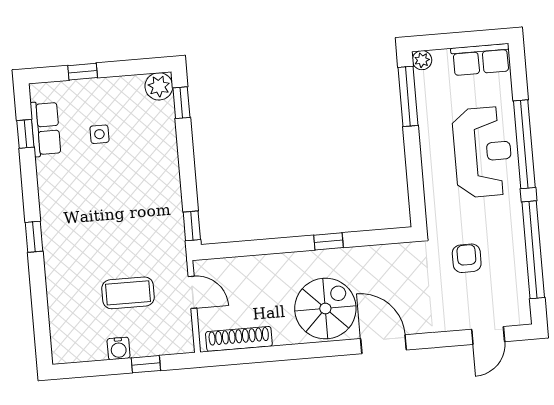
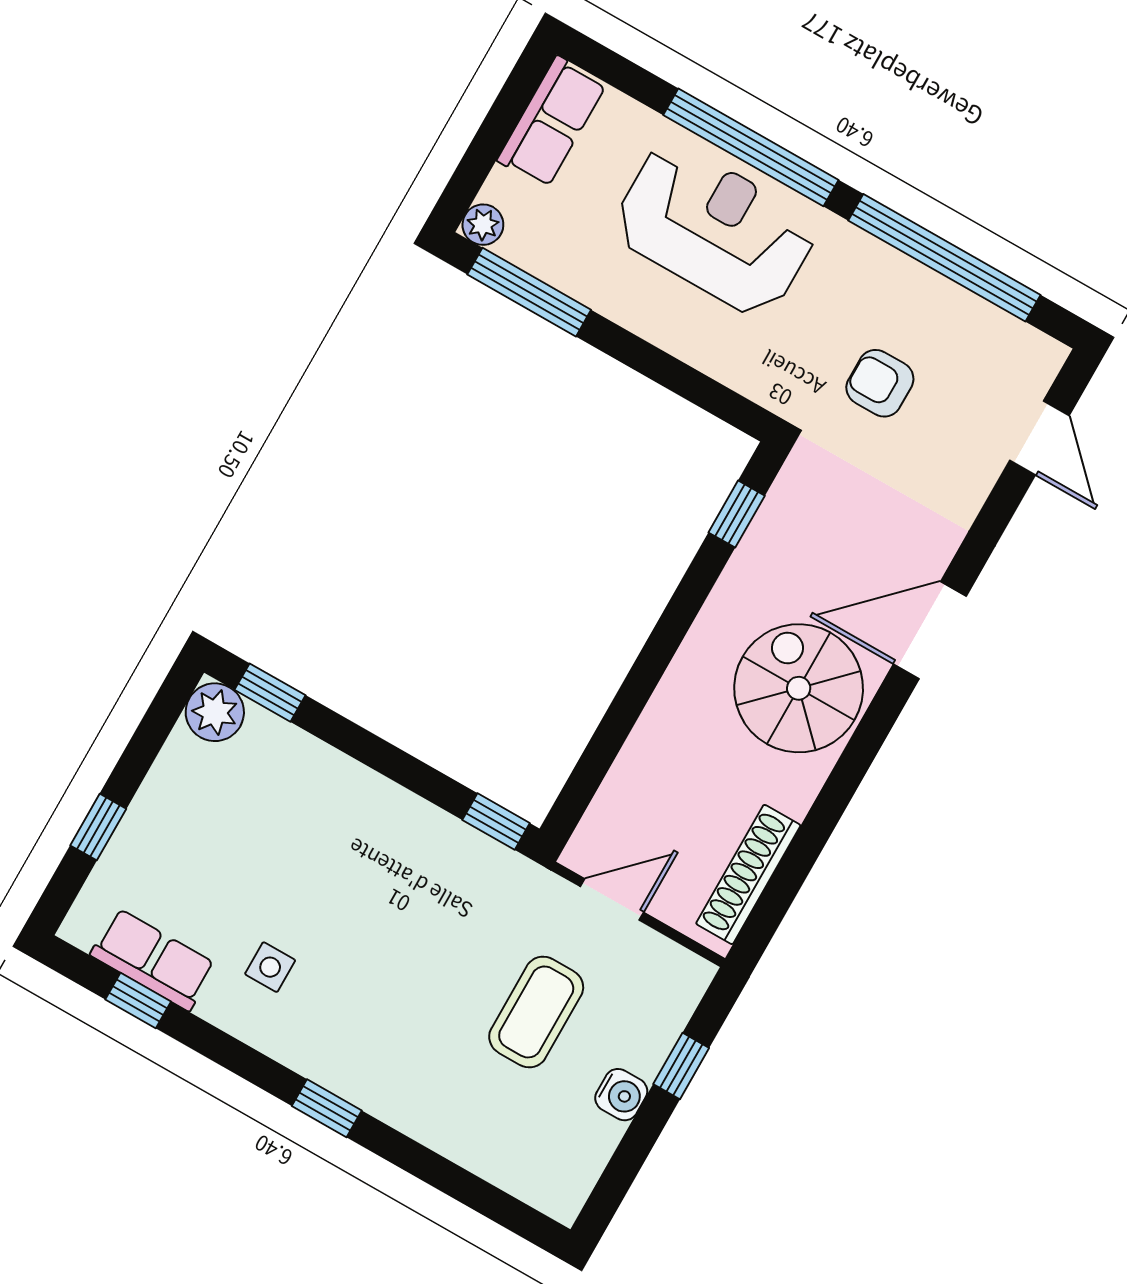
side table: (99, 134) -> (270, 967), moved
window: (329, 241) -> (737, 514), moved

